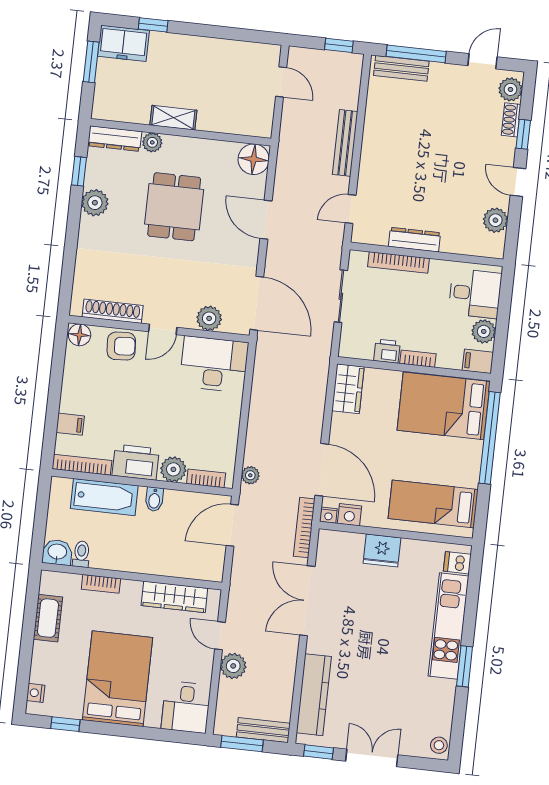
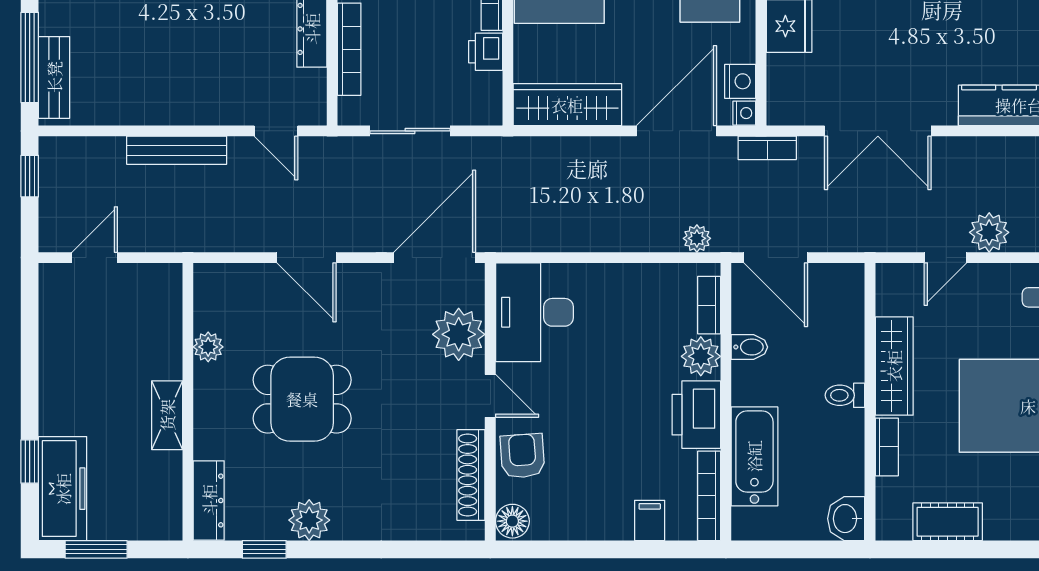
freezer: (123, 43) -> (63, 489), width x1.40
plant: (152, 142) -> (208, 347), moved
floor lamp: (254, 159) -> (217, 286), removed
door: (266, 220) -> (306, 258), hinge flipped
plant: (209, 318) -> (459, 334), width x1.36, depth x1.36
wardrobe: (348, 389) -> (567, 105), width x1.50
bidet: (154, 499) -> (749, 347), moved
bookcase: (304, 528) -> (767, 148), width x0.64
toilet: (81, 554) -> (845, 395), moved
wardrobe: (174, 597) -> (894, 366), moved

